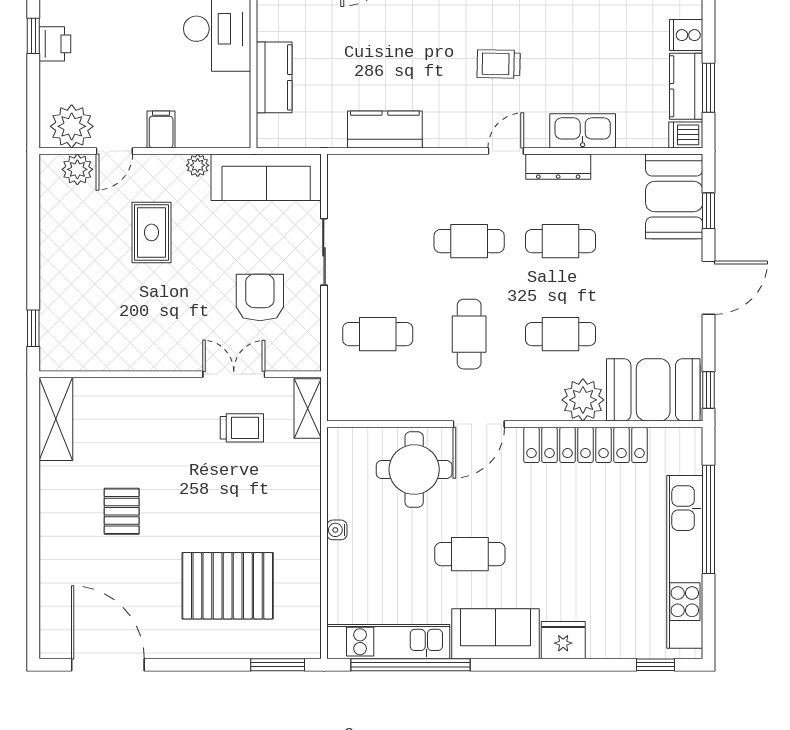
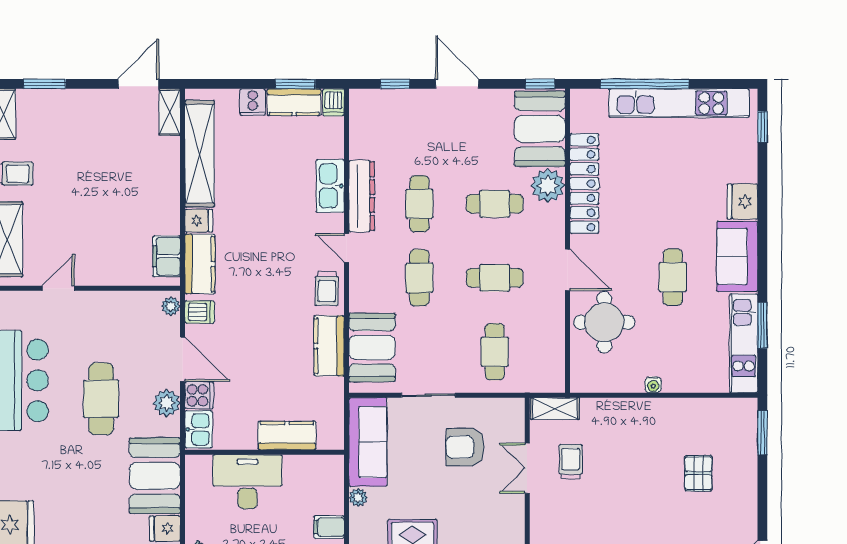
trolley: (499, 64) -> (327, 289), moved
dresser: (558, 167) -> (362, 196), width x1.37, depth x1.24
booth: (674, 196) -> (372, 347), moved, turned 90
cafe table: (561, 334) -> (495, 204), turned 90
pallet: (228, 586) -> (698, 473), width x0.49, depth x0.50
window: (410, 665) -> (762, 325), width x0.47

